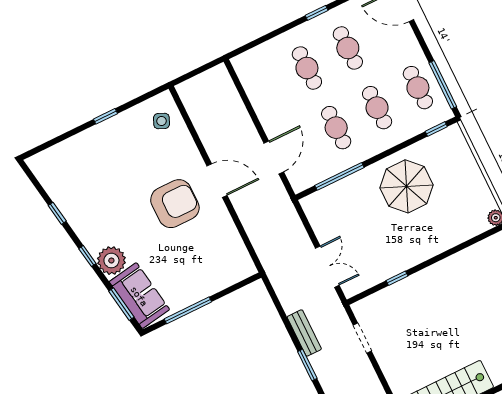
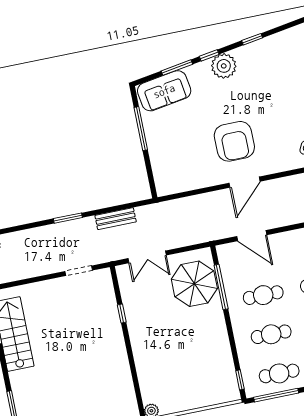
parasol: (407, 186) -> (194, 284), moved
plant: (111, 261) -> (224, 66), moved
window: (121, 304) -> (177, 68), moved
bench: (304, 333) -> (116, 219), moved

